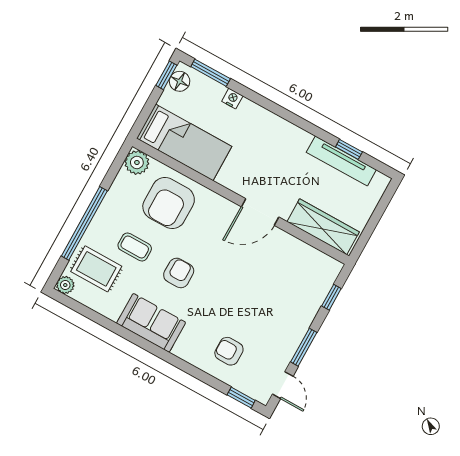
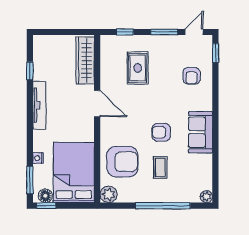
bed: (184, 142) -> (74, 173), width x1.50
tv unit: (341, 161) -> (39, 105), moved
rug: (96, 269) -> (138, 68), moved

